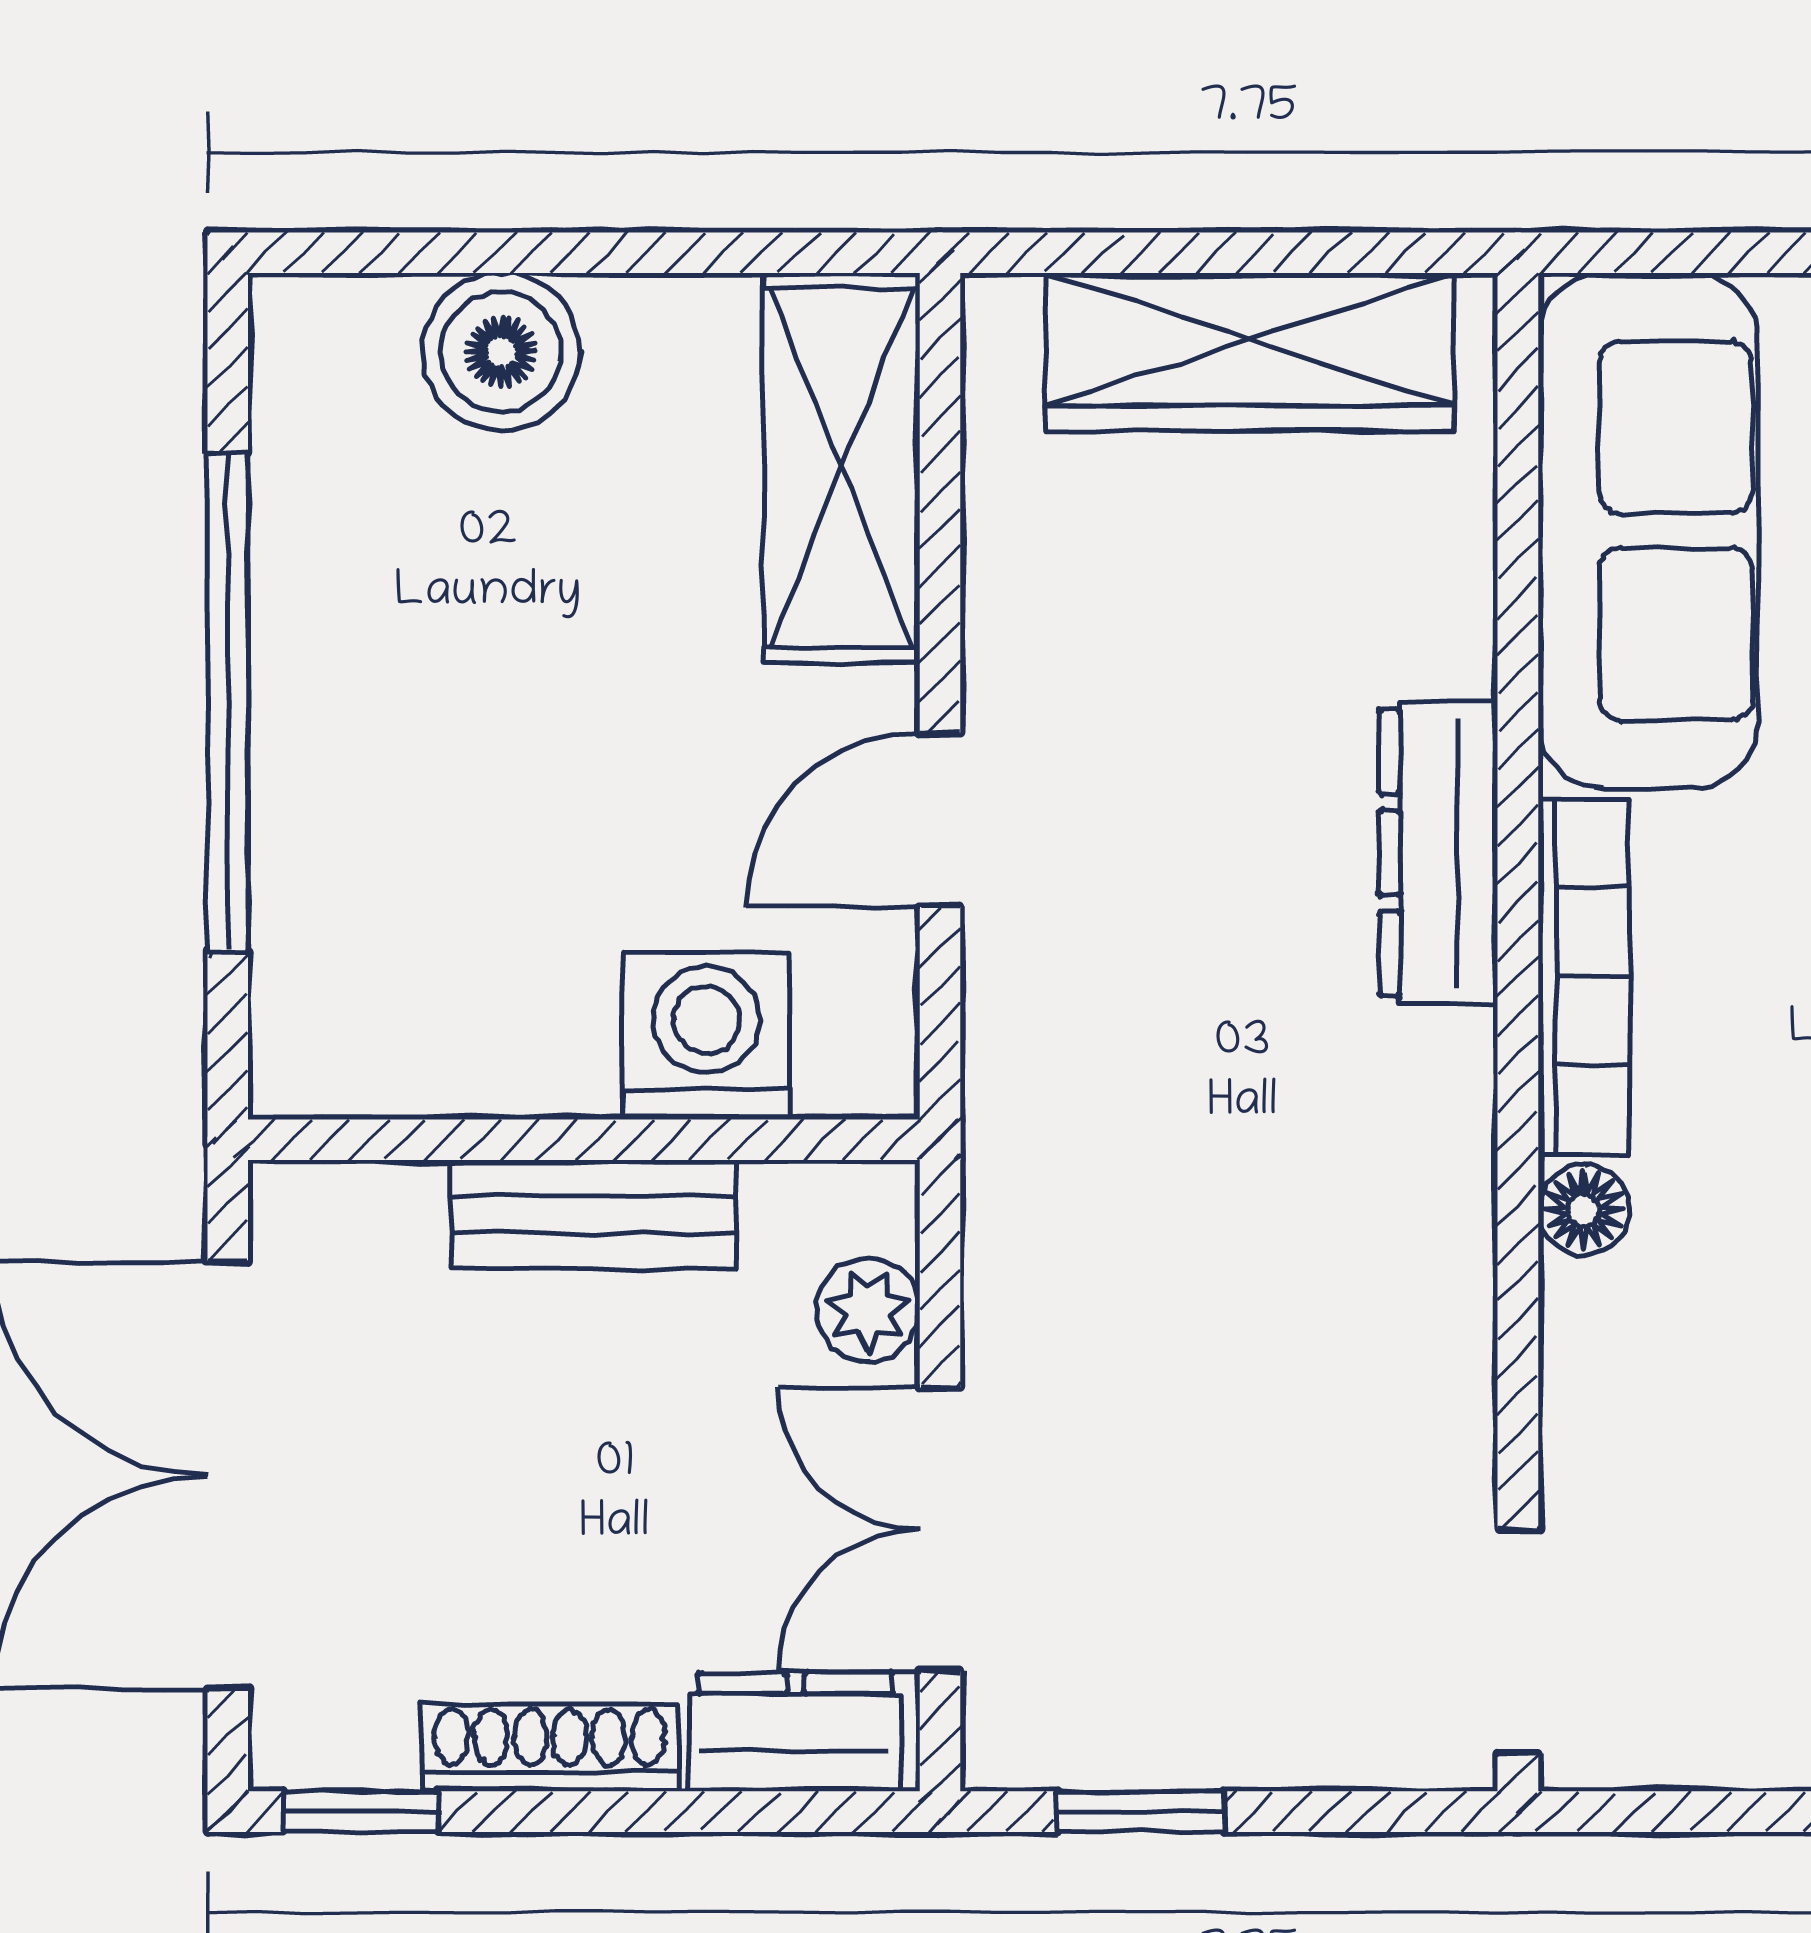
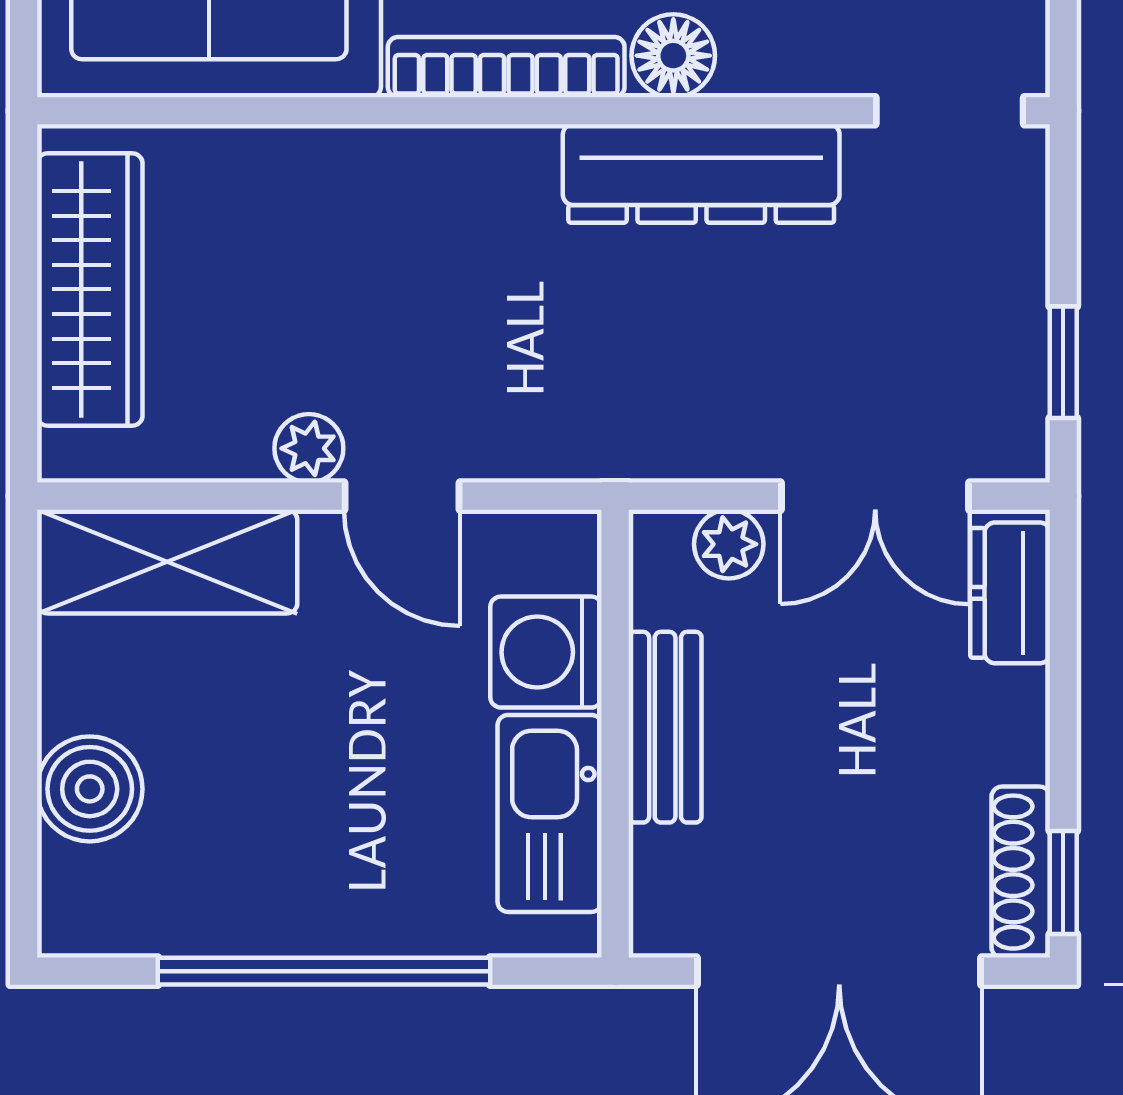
plant: (1012, 680) -> (309, 448), added
dresser: (1438, 853) -> (701, 173), moved, width x1.37, depth x1.24
kitchen sink: (464, 1042) -> (550, 813), added
floor lamp: (1584, 1210) -> (673, 56), width x1.37, depth x1.37
shoe rack: (550, 1748) -> (1021, 872), moved

